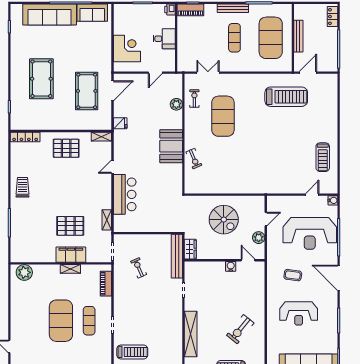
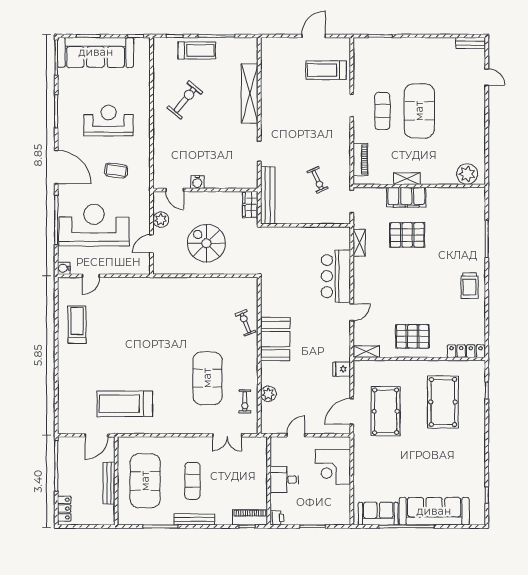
pool table: (41, 79) -> (443, 402), moved

